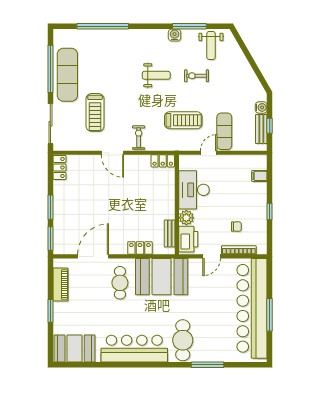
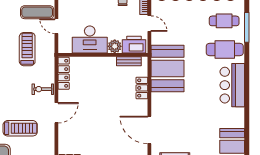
locker: (163, 161) -> (64, 73), width x1.53
cafe table: (120, 283) -> (224, 21), moved
bar counter: (134, 349) -> (232, 85), width x0.73

